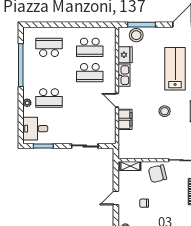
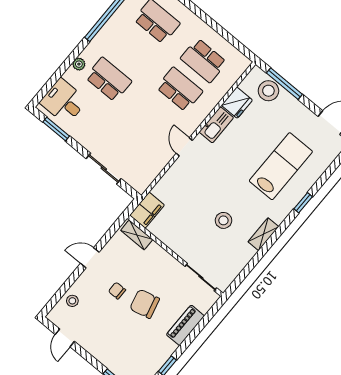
school desk: (90, 73) -> (179, 89), turned 180
school desk: (49, 98) -> (108, 79), turned 180
stool: (165, 111) -> (223, 220), moved
filing cabinet: (125, 119) -> (147, 210), moved
chair: (158, 174) -> (145, 304), moved

